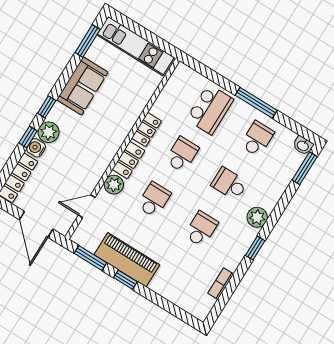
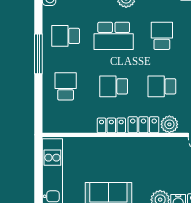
school desk: (210, 109) -> (66, 86), width x0.54
school desk: (229, 184) -> (114, 36), width x1.85
school desk: (201, 229) -> (162, 36), turned 90

